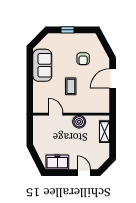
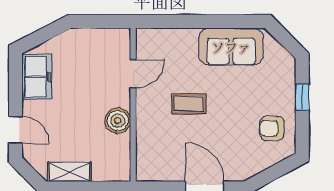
armchair: (83, 59) -> (272, 128), moved
shelving: (105, 132) -> (69, 172), moved
door: (84, 173) -> (16, 130), hinge flipped

